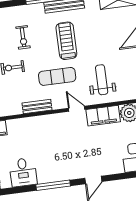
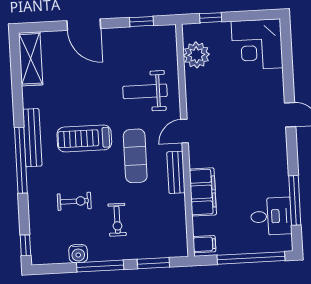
bench: (37, 107) -> (176, 172), moved
filing cabinet: (103, 116) -> (203, 192), moved
window: (53, 185) -> (295, 200), moved

